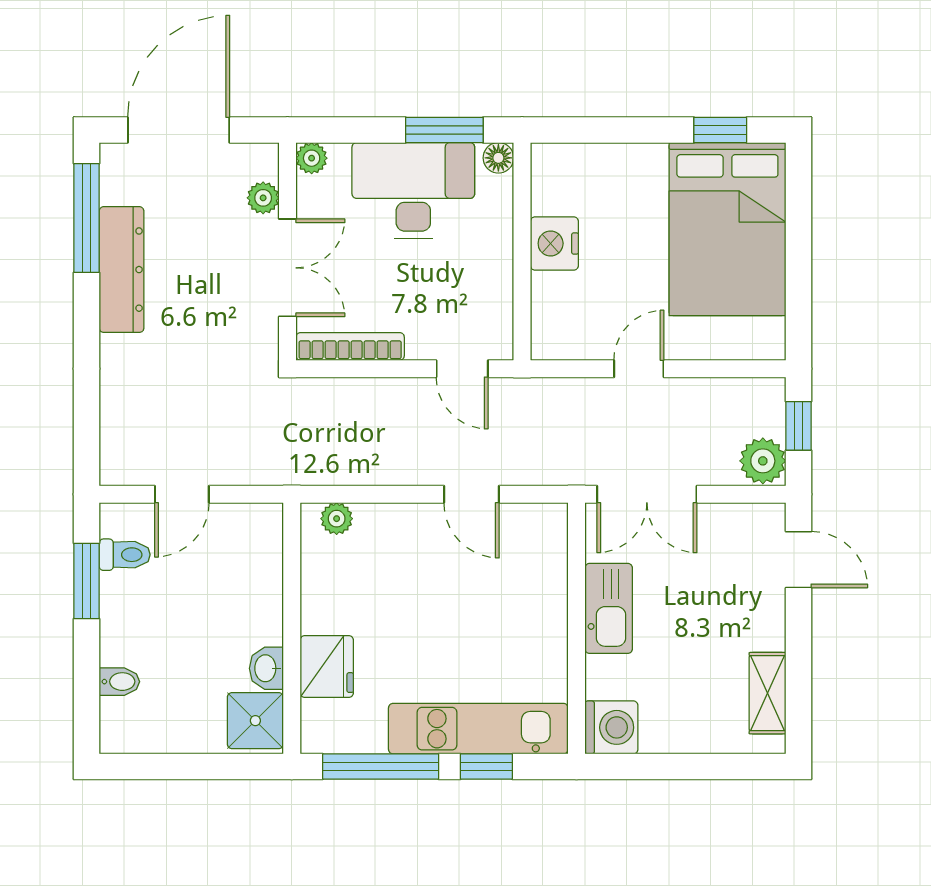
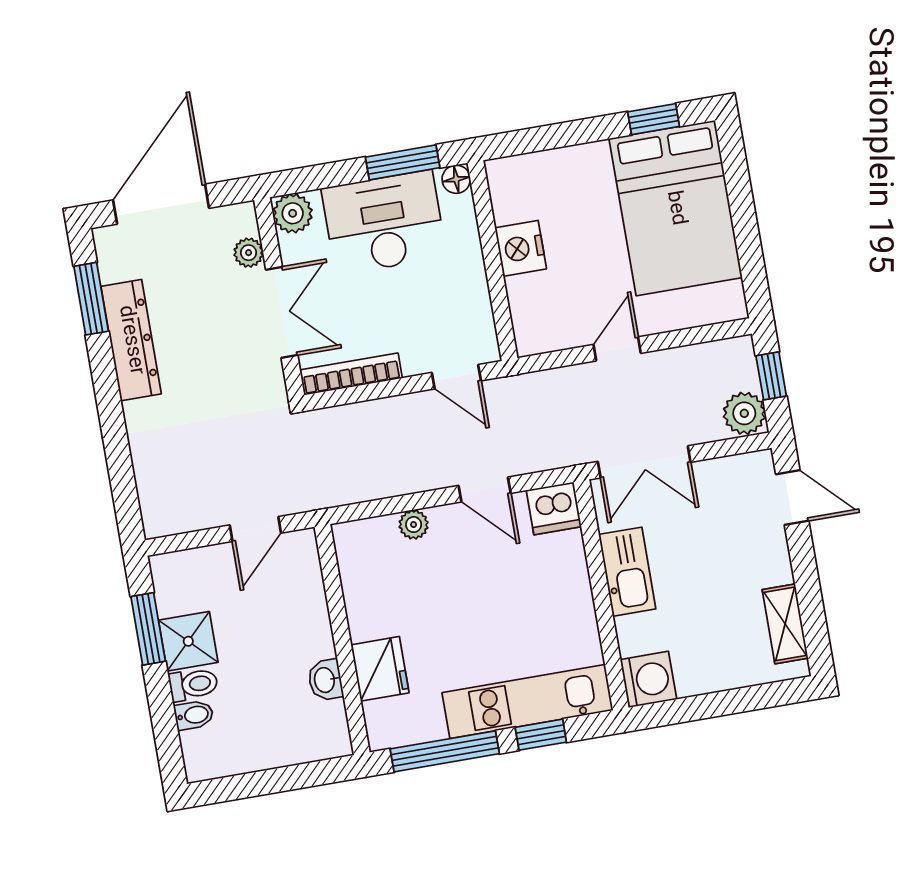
plant: (312, 158) -> (293, 213), width x1.38, depth x1.38
window: (87, 218) -> (91, 299), width x0.69
door: (182, 494) -> (255, 529), moved
plant: (337, 519) -> (414, 525), moved
dishwasher: (542, 527) -> (554, 508), added
toilet: (125, 555) -> (193, 684), moved
shower: (255, 721) -> (188, 641), moved

